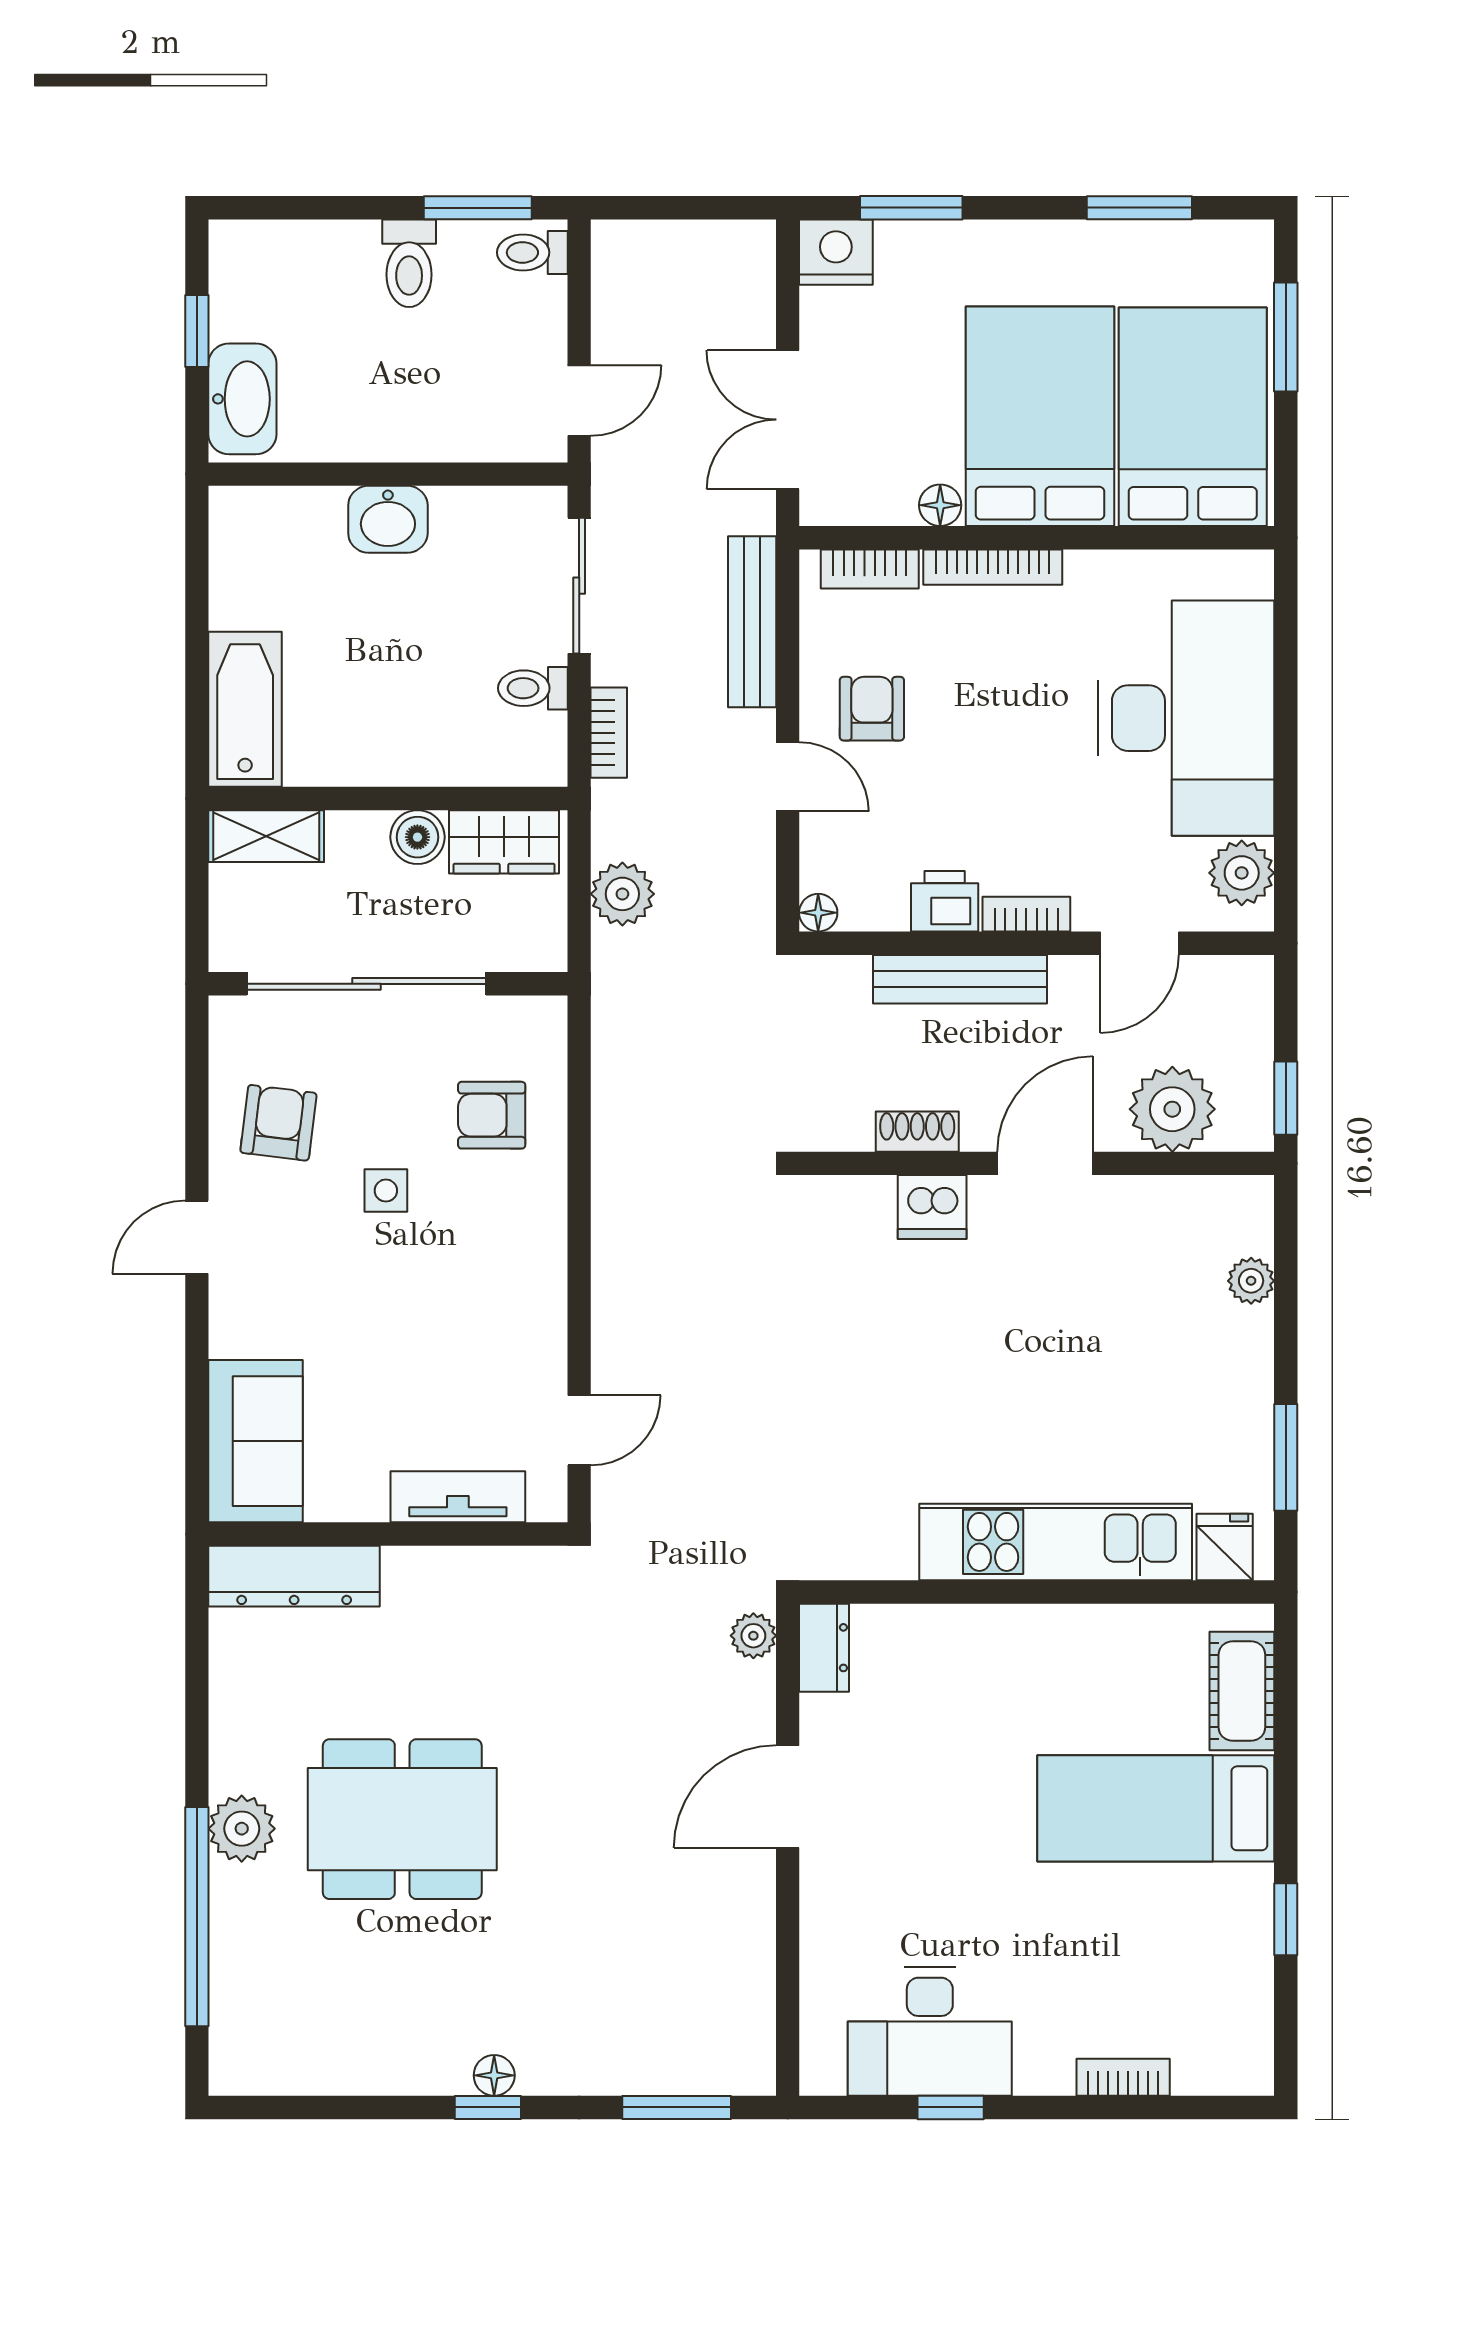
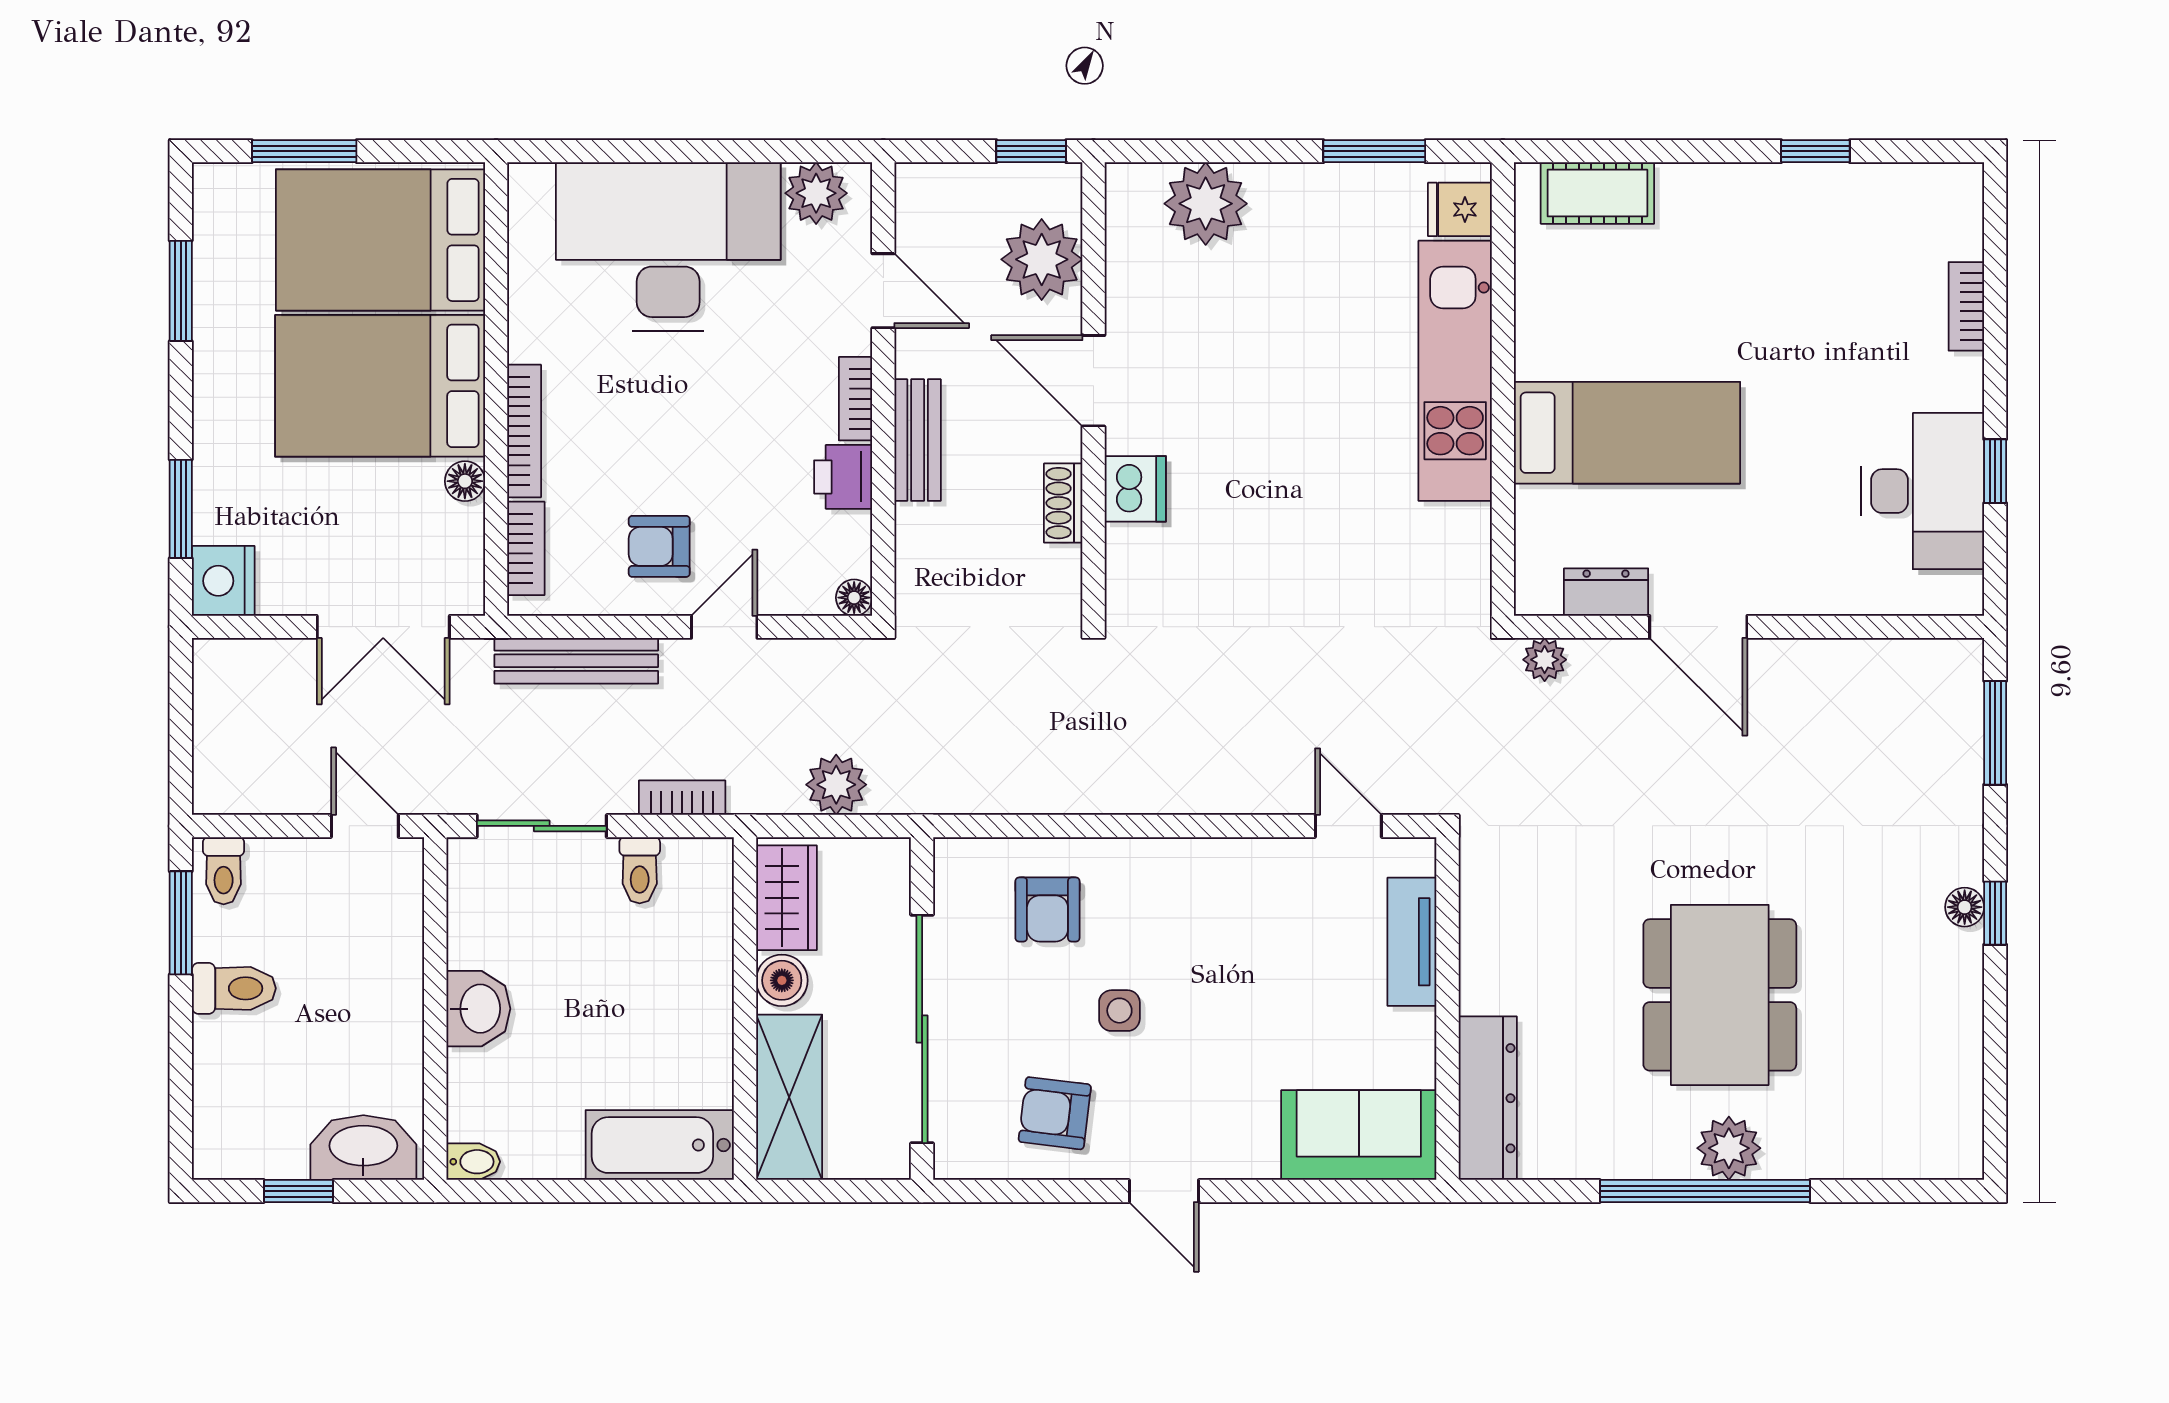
bidet: (228, 514) -> (473, 1162), added
shelving: (266, 836) -> (789, 1097), width x1.50, depth x1.33
bench: (960, 979) -> (918, 440), width x0.73
plant: (1251, 1281) -> (1206, 204), width x1.88, depth x1.88
dresser: (824, 1648) -> (1606, 592), moved
bed: (1156, 1808) -> (1627, 433), moved, turned -90
window: (197, 1917) -> (1705, 1191), moved

